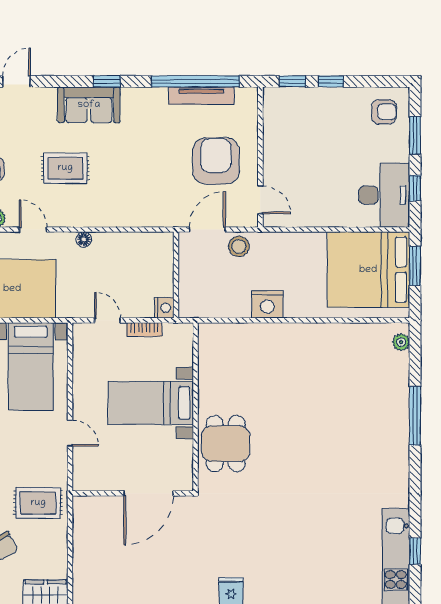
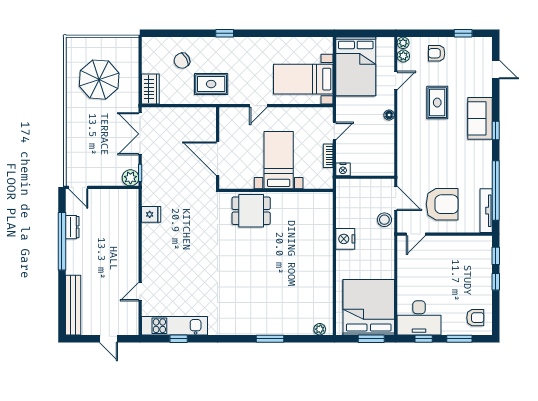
tv unit: (201, 96) -> (486, 211), moved
armchair: (384, 112) -> (475, 318), turned -90
window: (415, 416) -> (270, 339), width x0.69
rug: (38, 503) -> (211, 84), turned 90

